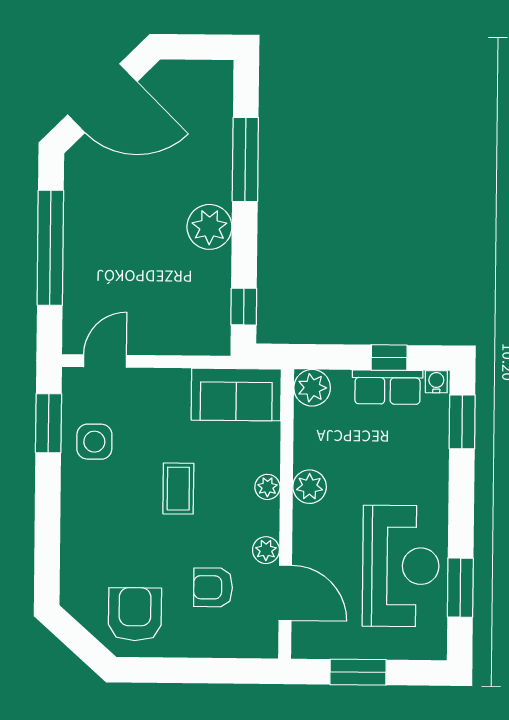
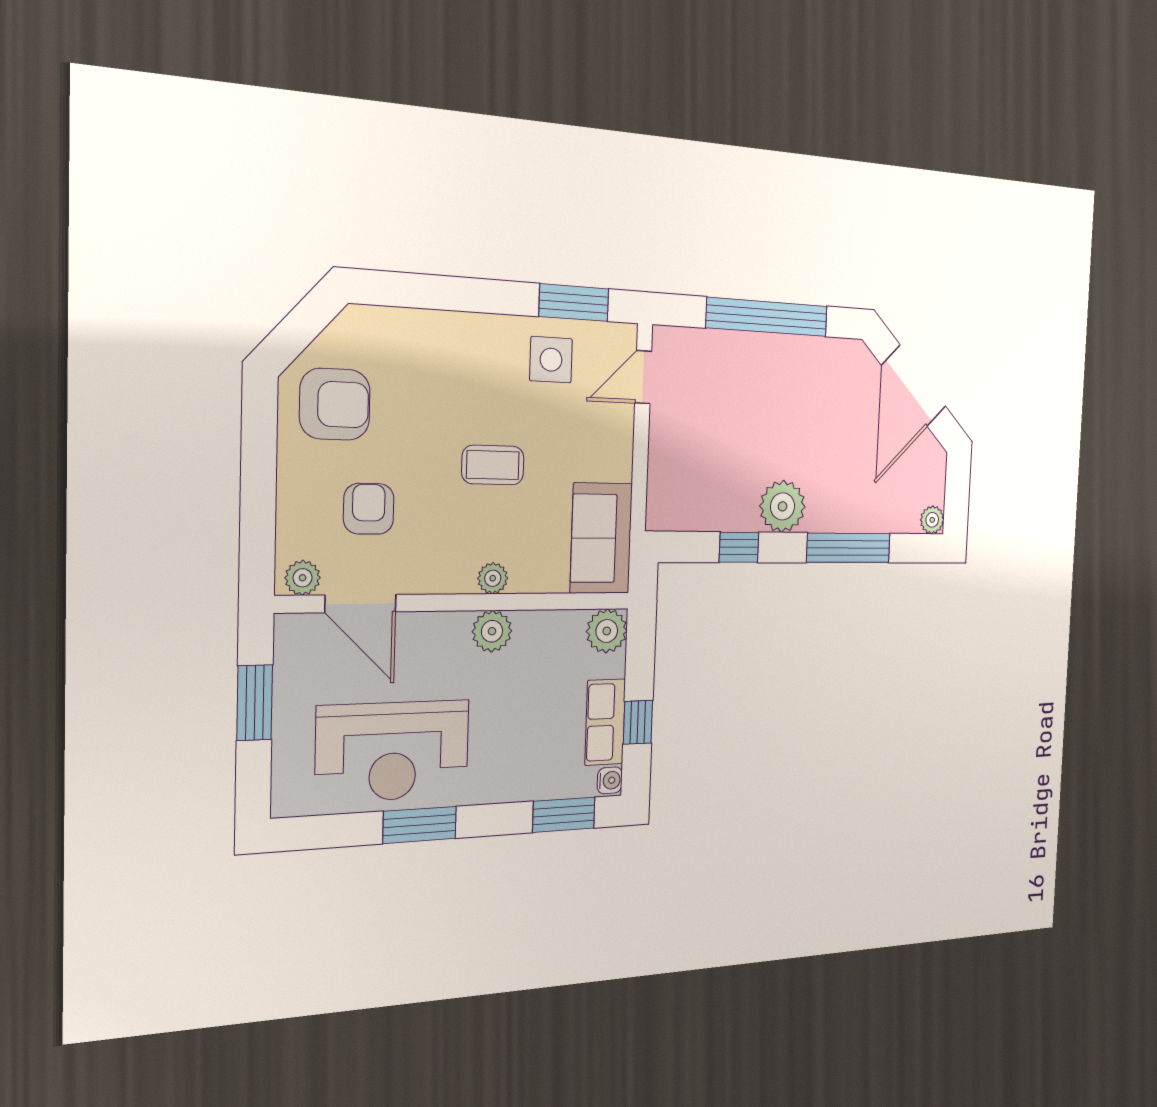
plant: (221, 73) -> (932, 520), added
window: (244, 307) -> (739, 547), moved
door: (105, 361) -> (643, 377), swing flipped
plant: (266, 550) -> (303, 578), moved
window: (460, 588) -> (420, 825), moved
door: (285, 593) -> (360, 604), hinge flipped

